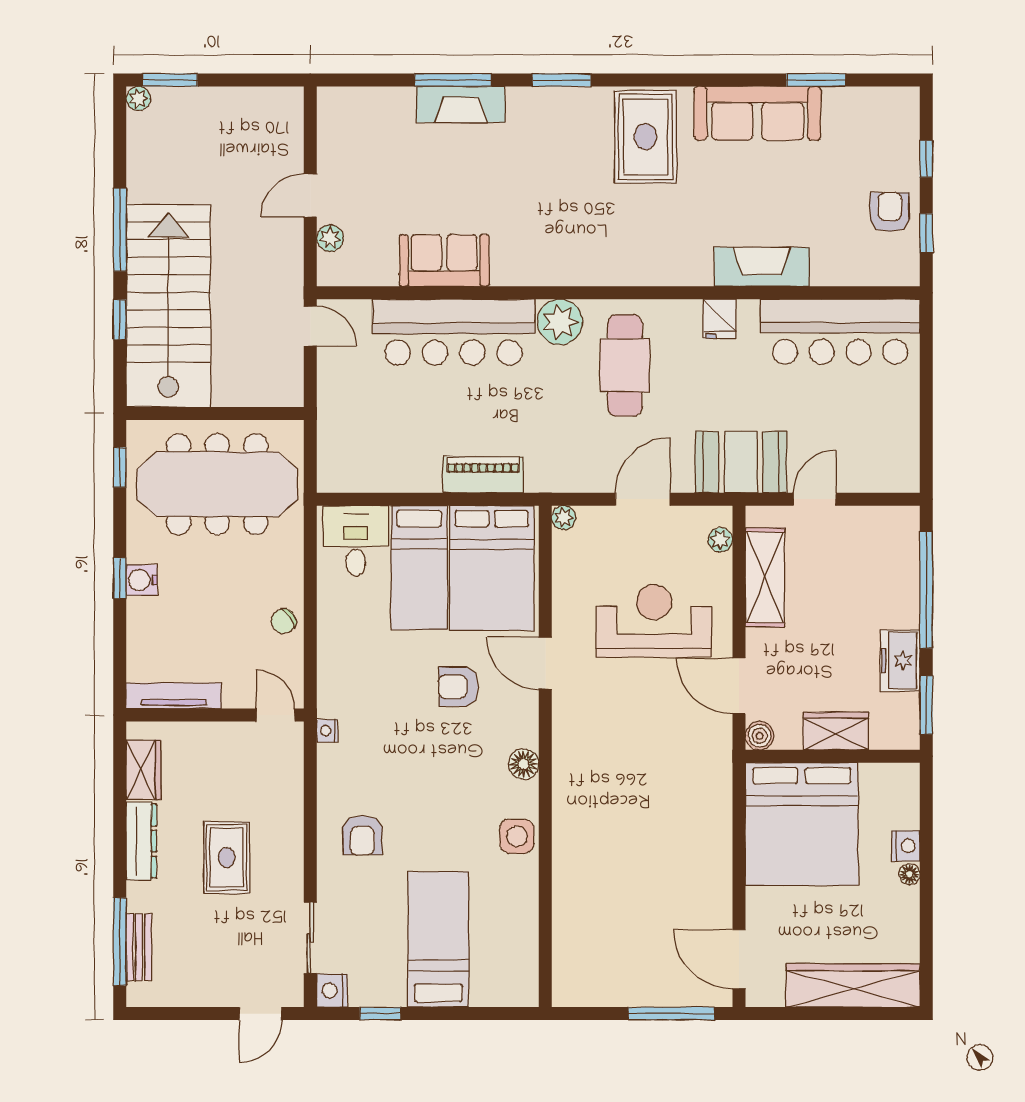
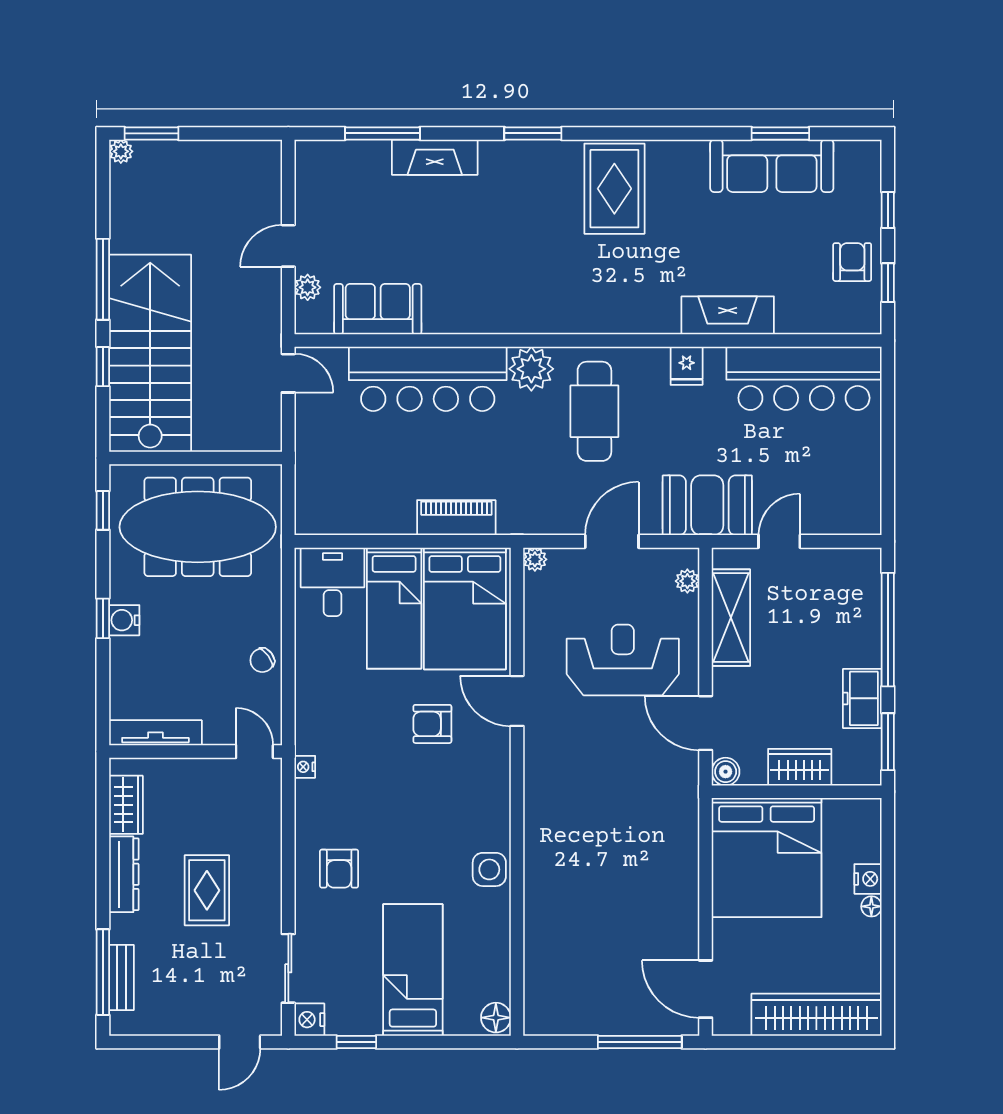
window: (453, 80) -> (382, 133), moved
sofa: (757, 113) -> (772, 166), moved
sofa: (444, 261) -> (378, 309), moved
floor lamp: (524, 764) -> (496, 1018), moved

